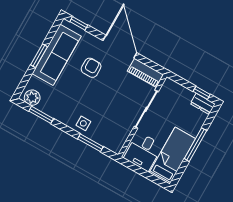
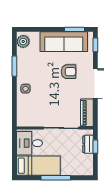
window: (39, 56) -> (74, 29), moved
window: (202, 93) -> (95, 147), moved
dresser: (203, 104) -> (88, 144), moved
window: (41, 115) -> (14, 66), moved
window: (90, 143) -> (14, 102), removed

